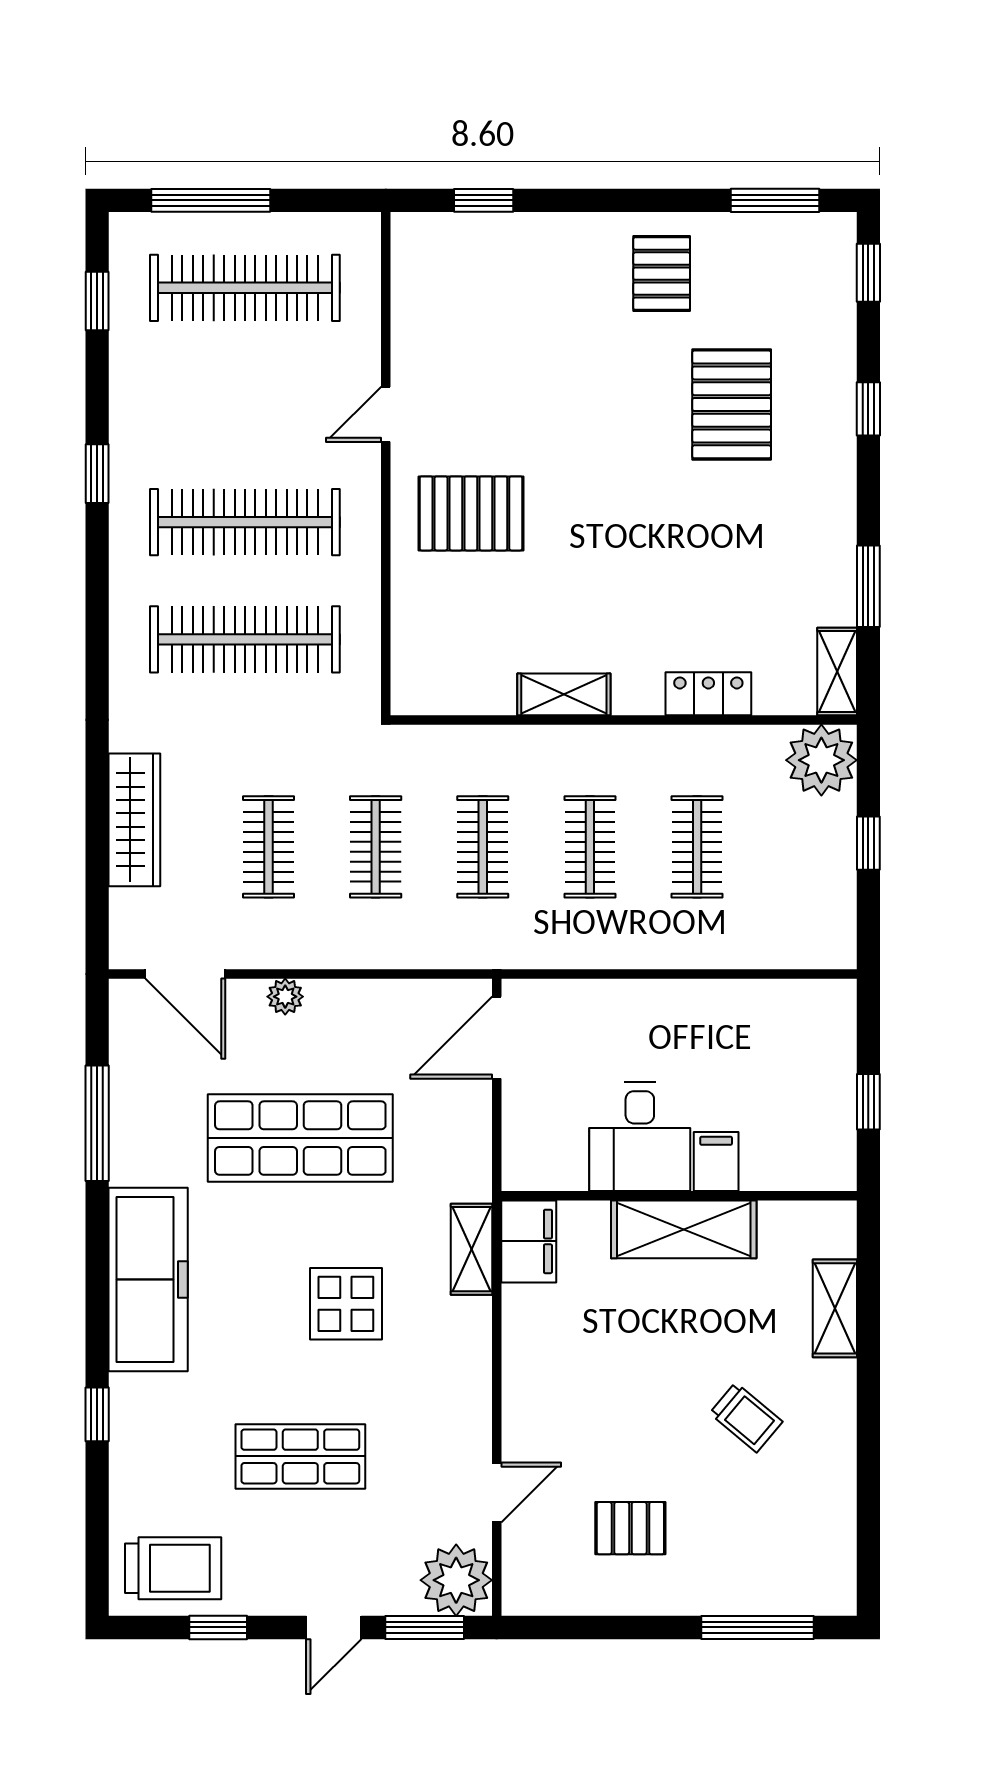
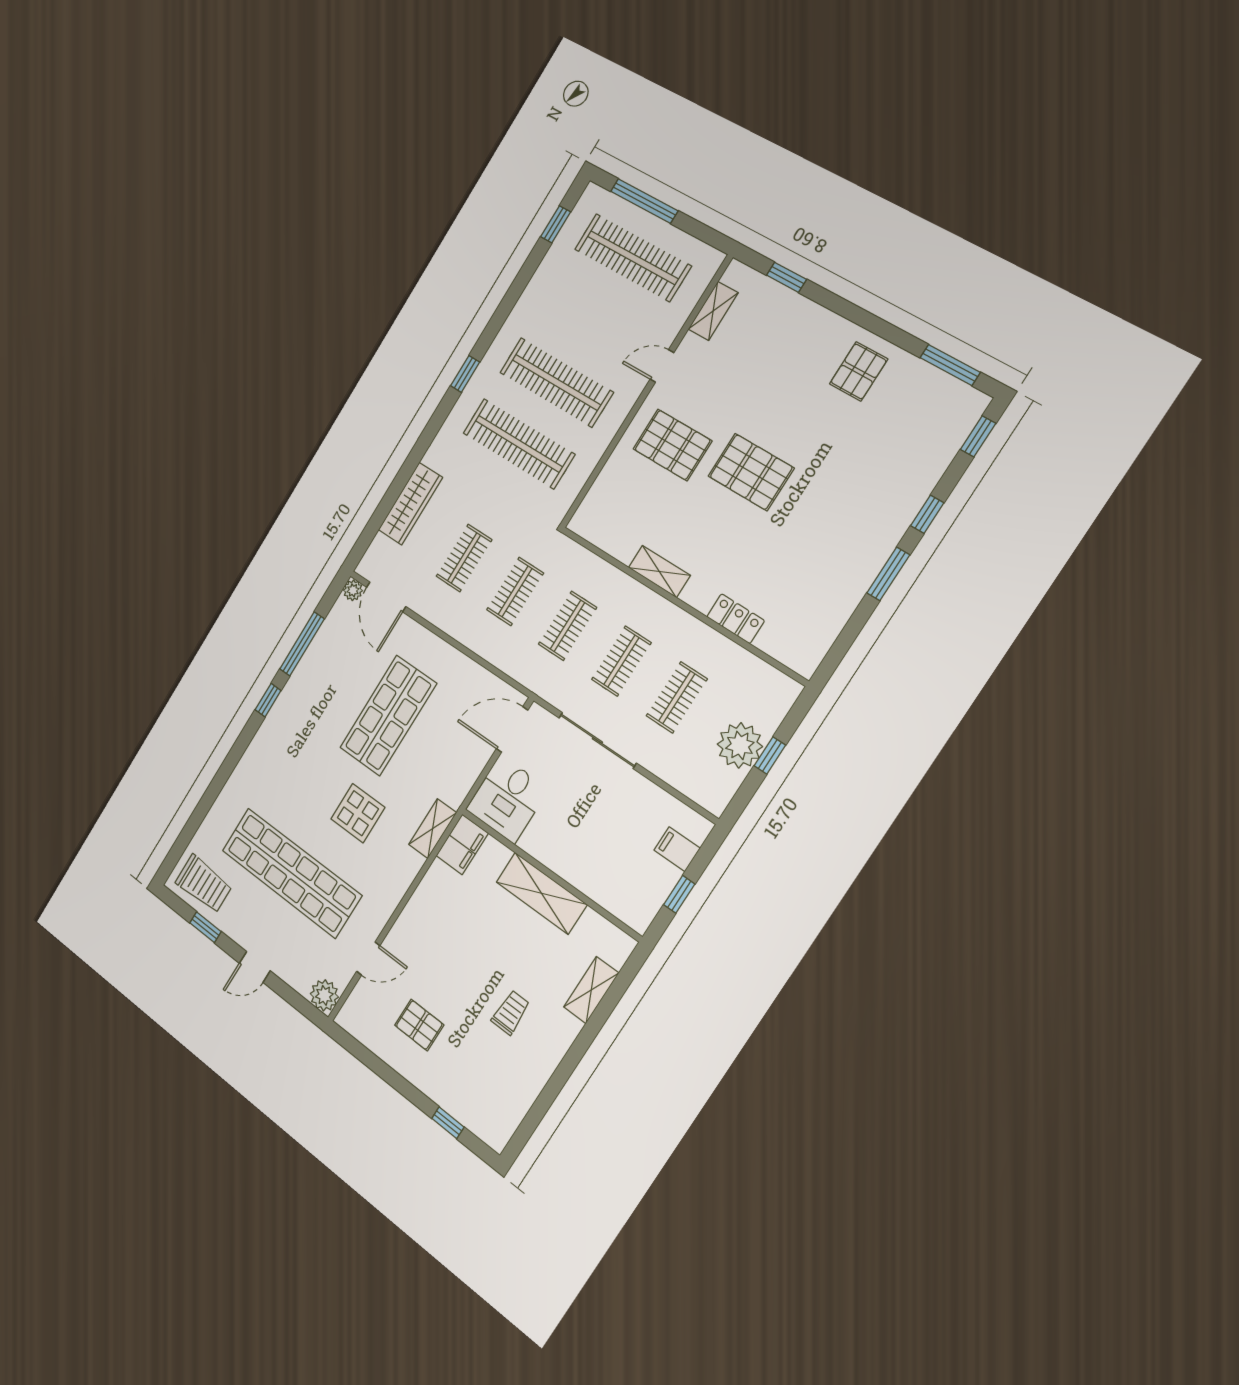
pallet: (732, 404) -> (751, 472), moved, turned 90
window: (97, 474) -> (465, 374), moved
window: (868, 586) -> (888, 574), moved
shelving: (837, 672) -> (713, 311), moved
plant: (821, 760) -> (740, 745), moved
sliding door: (626, 974) -> (597, 740), added
plant: (285, 997) -> (353, 590), moved
desk: (640, 1137) -> (507, 799), moved
shop shelf: (300, 1138) -> (388, 716), turned 90
filing cabinet: (716, 1161) -> (677, 849), moved, turned -90
freezer: (148, 1279) -> (278, 737), removed
window: (97, 1414) -> (268, 700), moved
trolley: (746, 1417) -> (511, 1013), turned -130
shop shelf: (300, 1456) -> (291, 873), width x2.00, depth x1.36
plant: (456, 1580) -> (324, 995), width x0.73, depth x0.73
window: (425, 1627) -> (295, 999), removed
window: (758, 1627) -> (448, 1123), width x0.46

